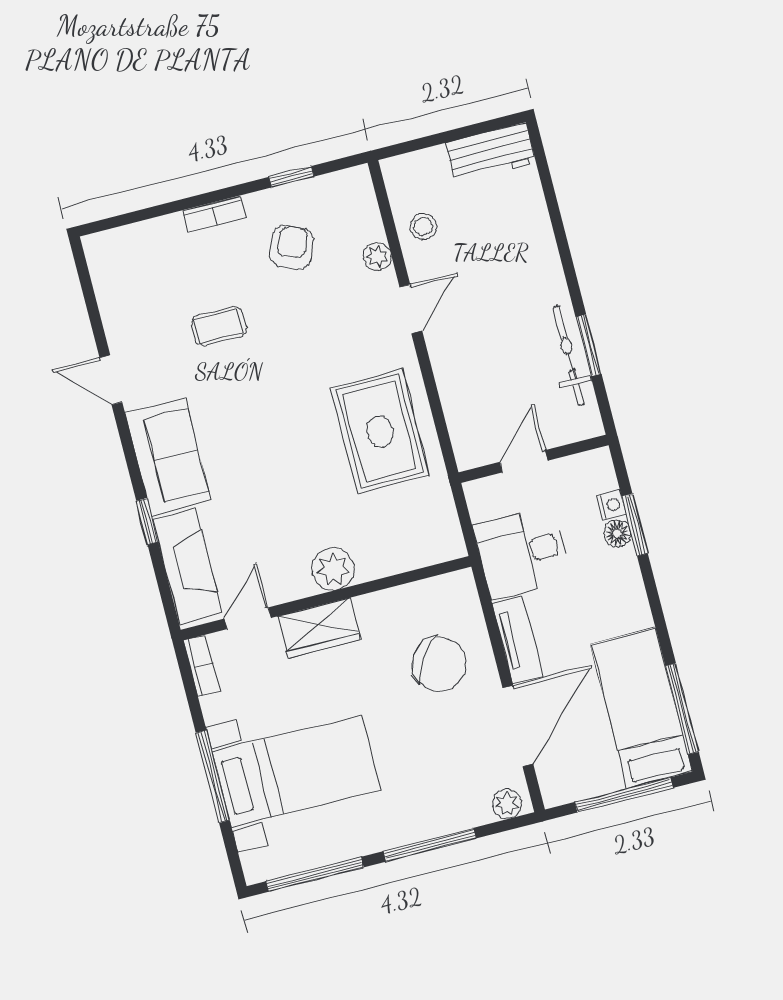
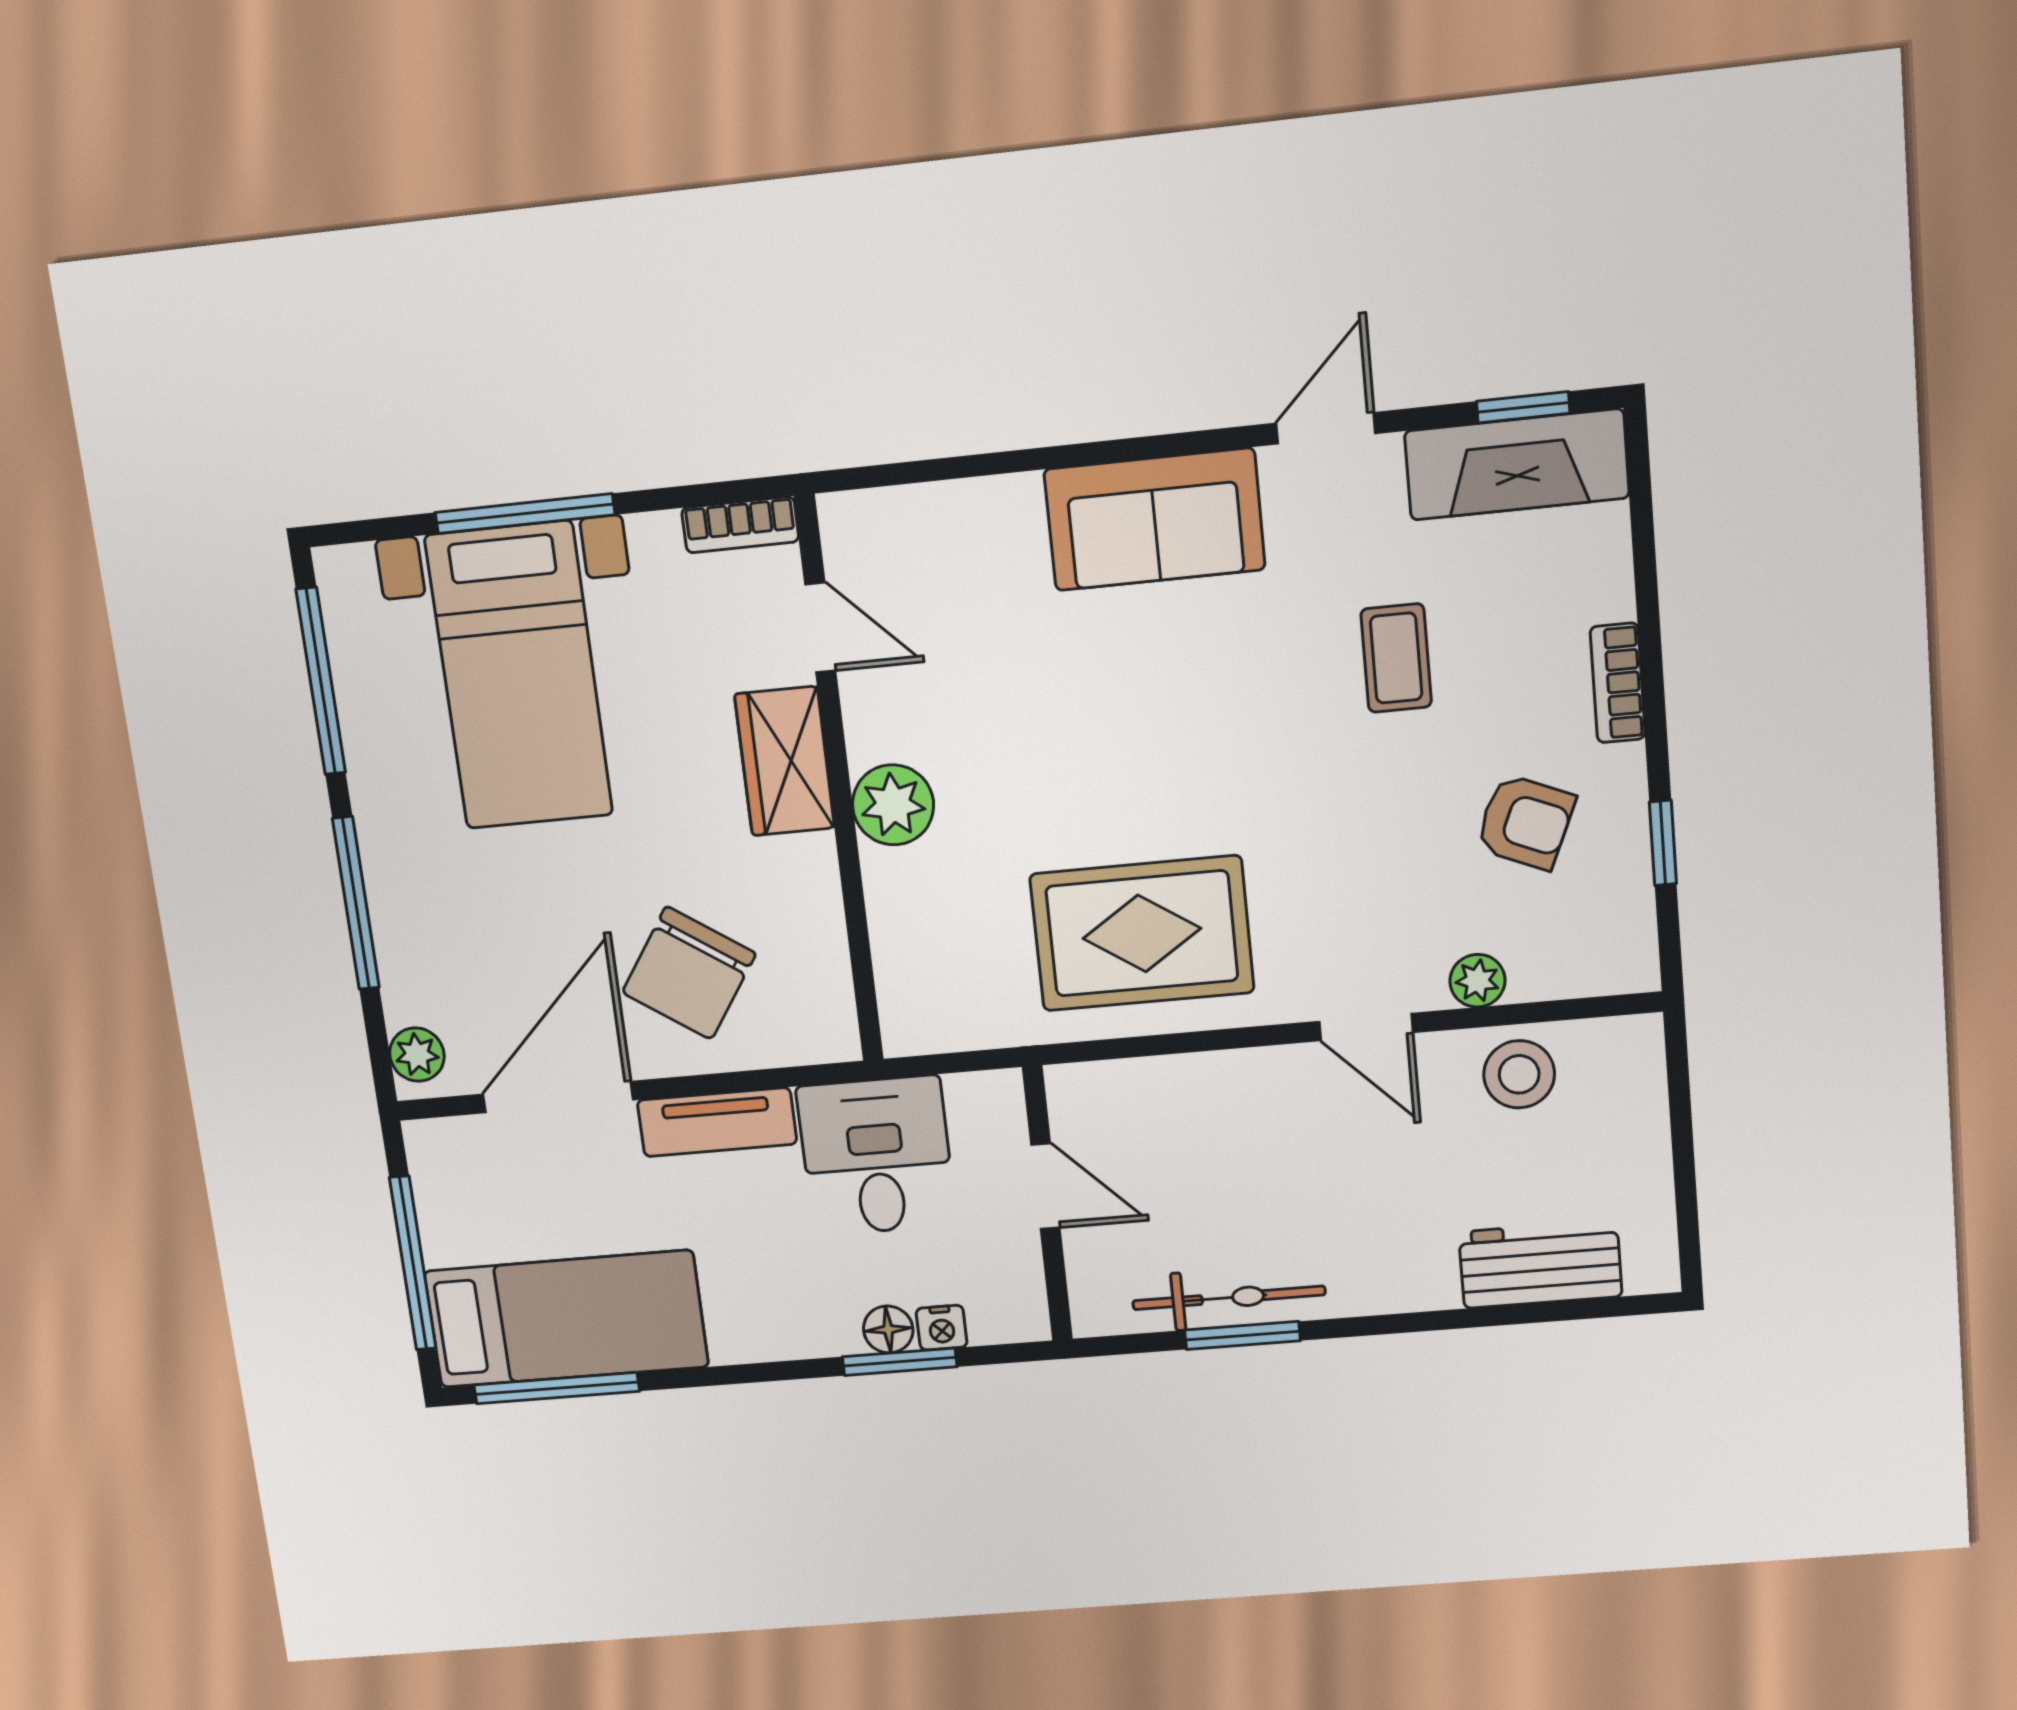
workbench: (491, 153) -> (1540, 1264), moved, turned 90
stool: (423, 227) -> (1519, 1074), width x1.37, depth x1.37
window: (147, 521) -> (1523, 407), moved
fireplace: (187, 566) -> (1517, 464), moved
door: (518, 726) -> (558, 1097), swing flipped

